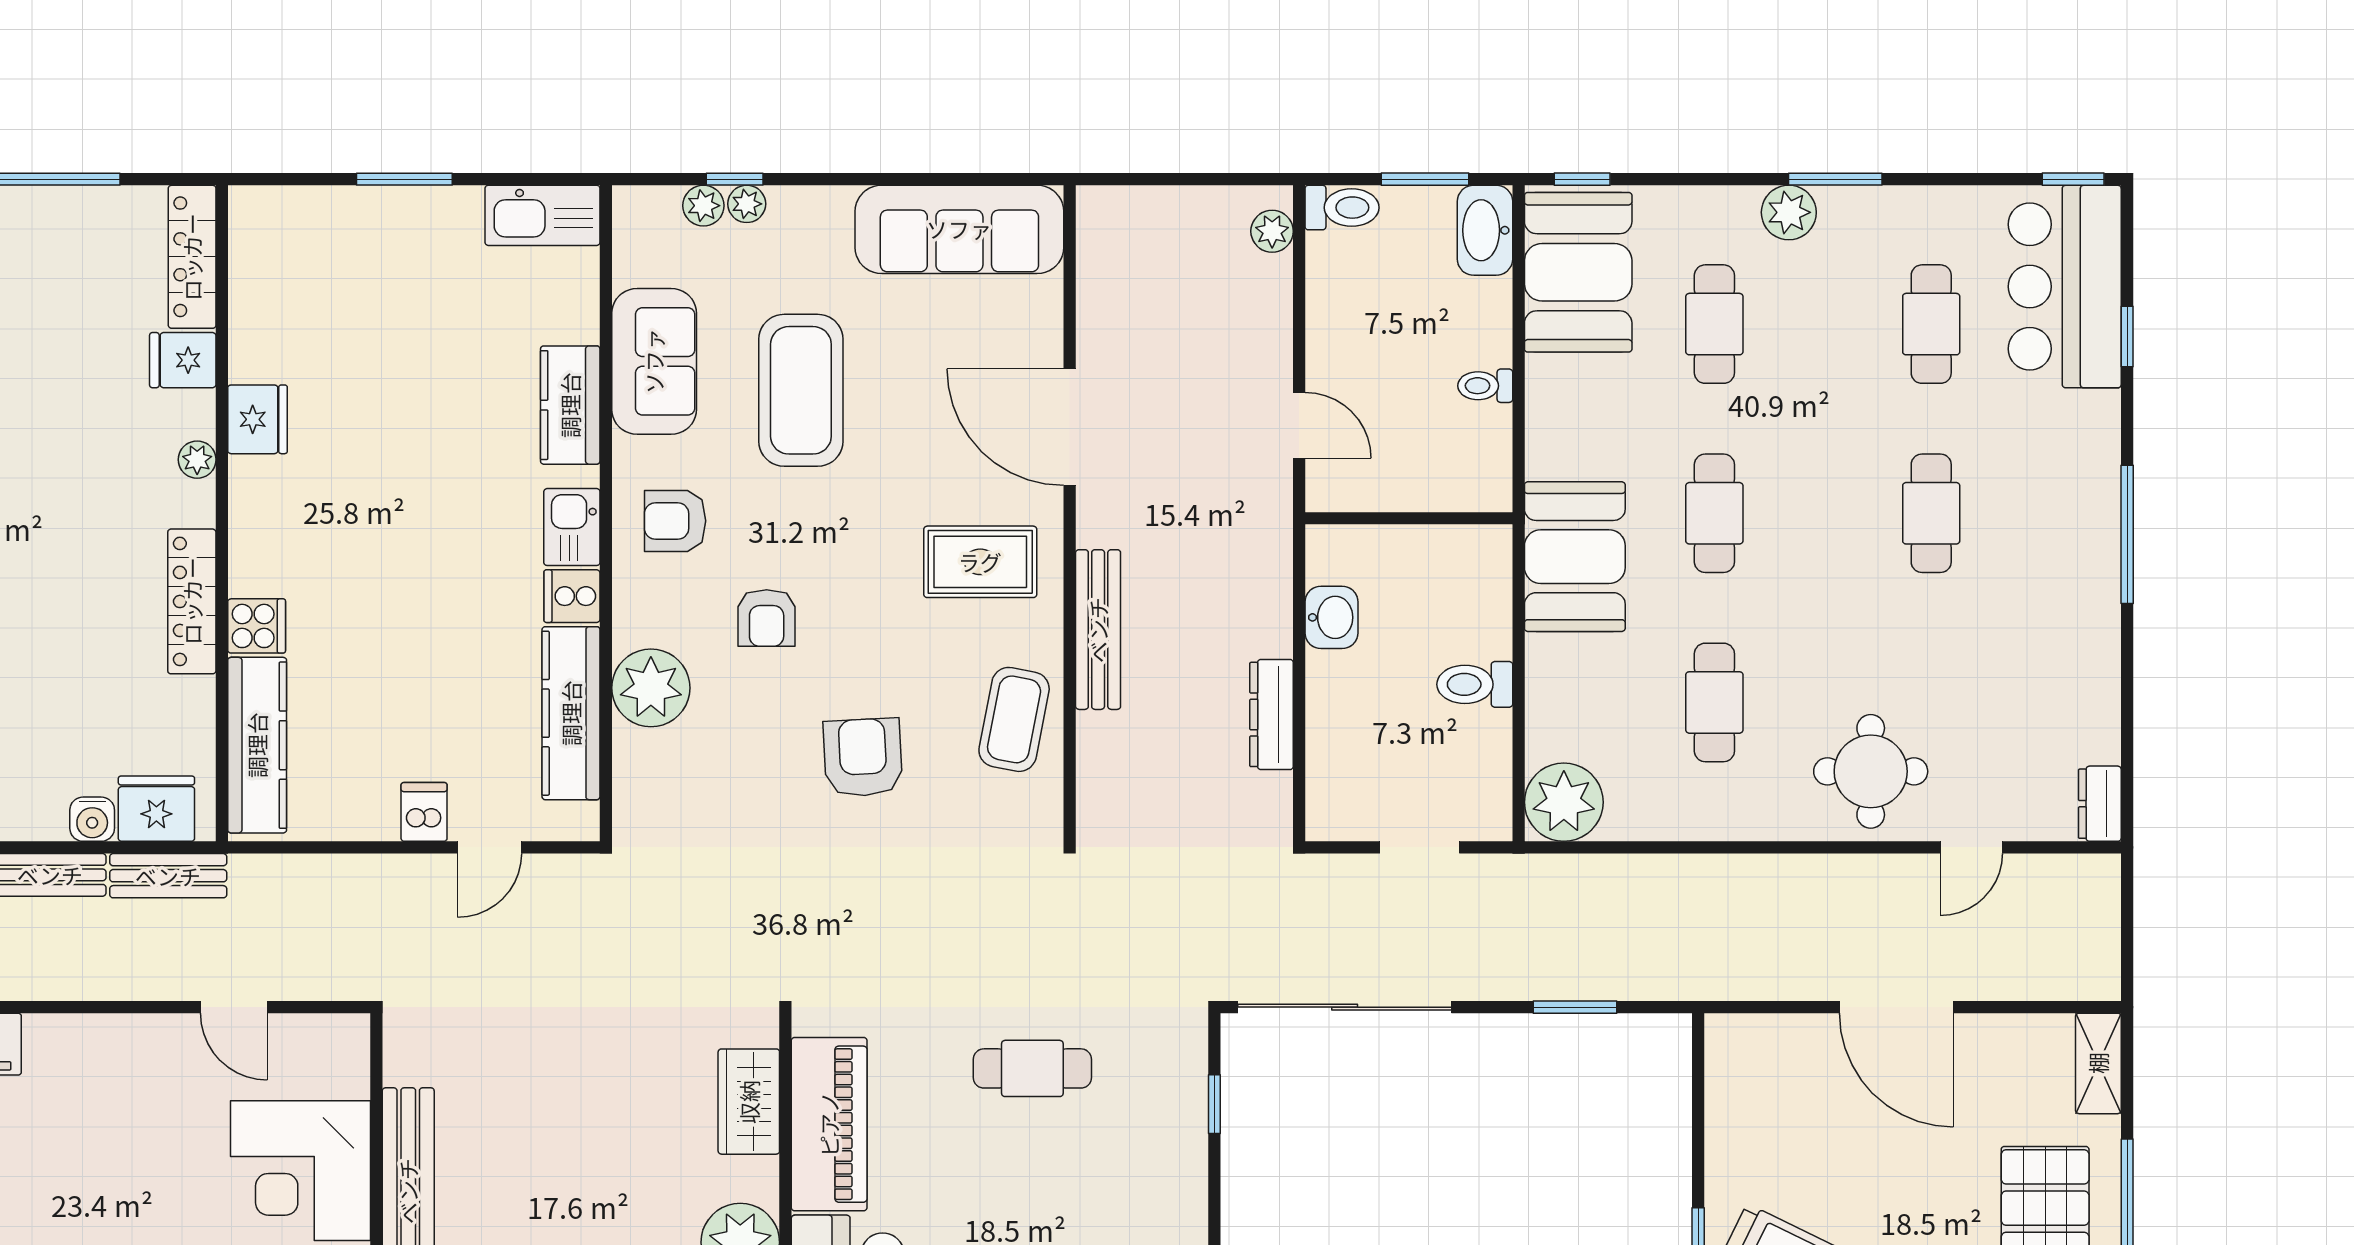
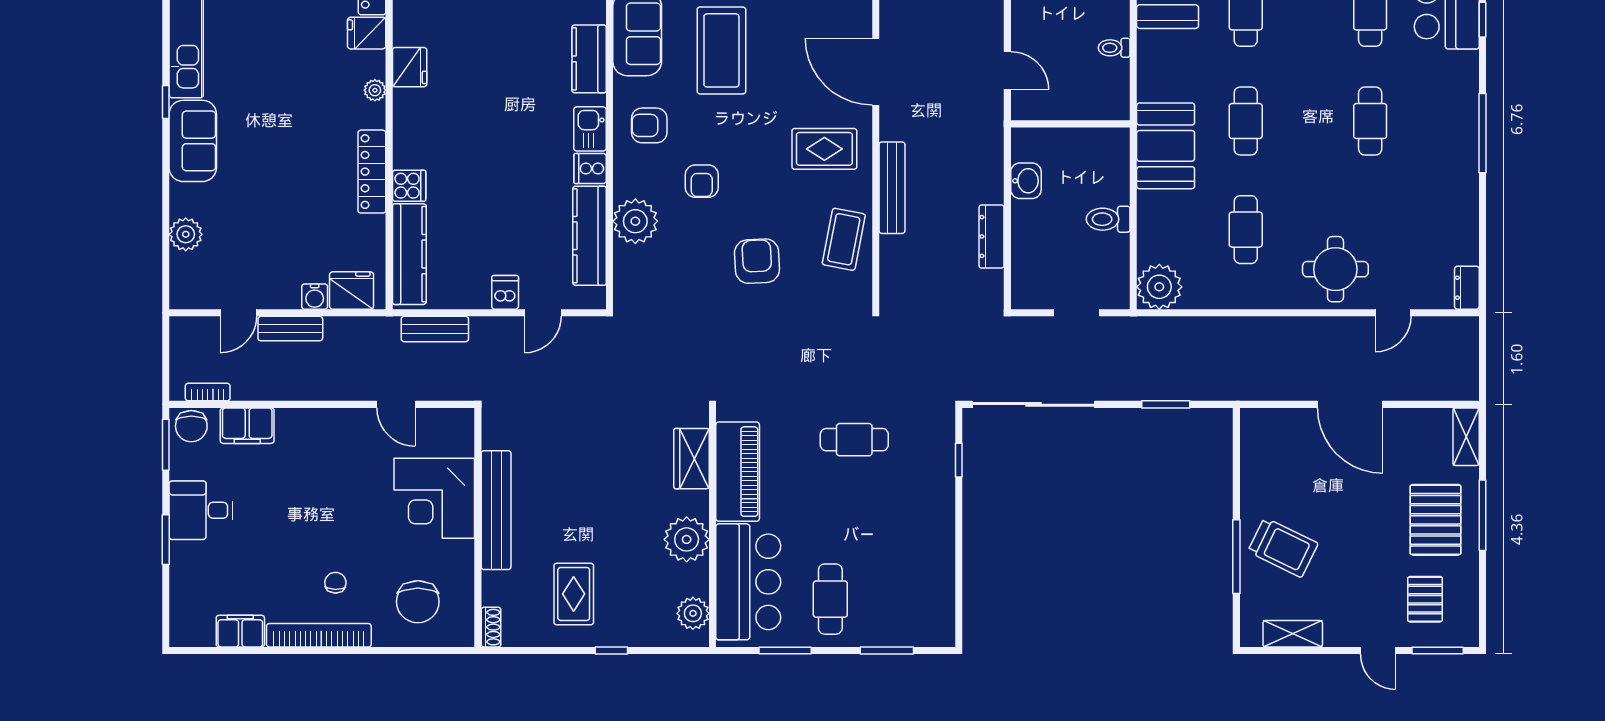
bench: (168, 876) -> (435, 329), moved

